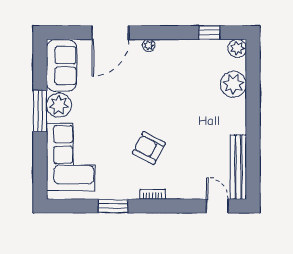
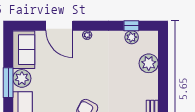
door: (110, 33) -> (59, 26), hinge flipped
plant: (237, 48) -> (132, 37), moved

